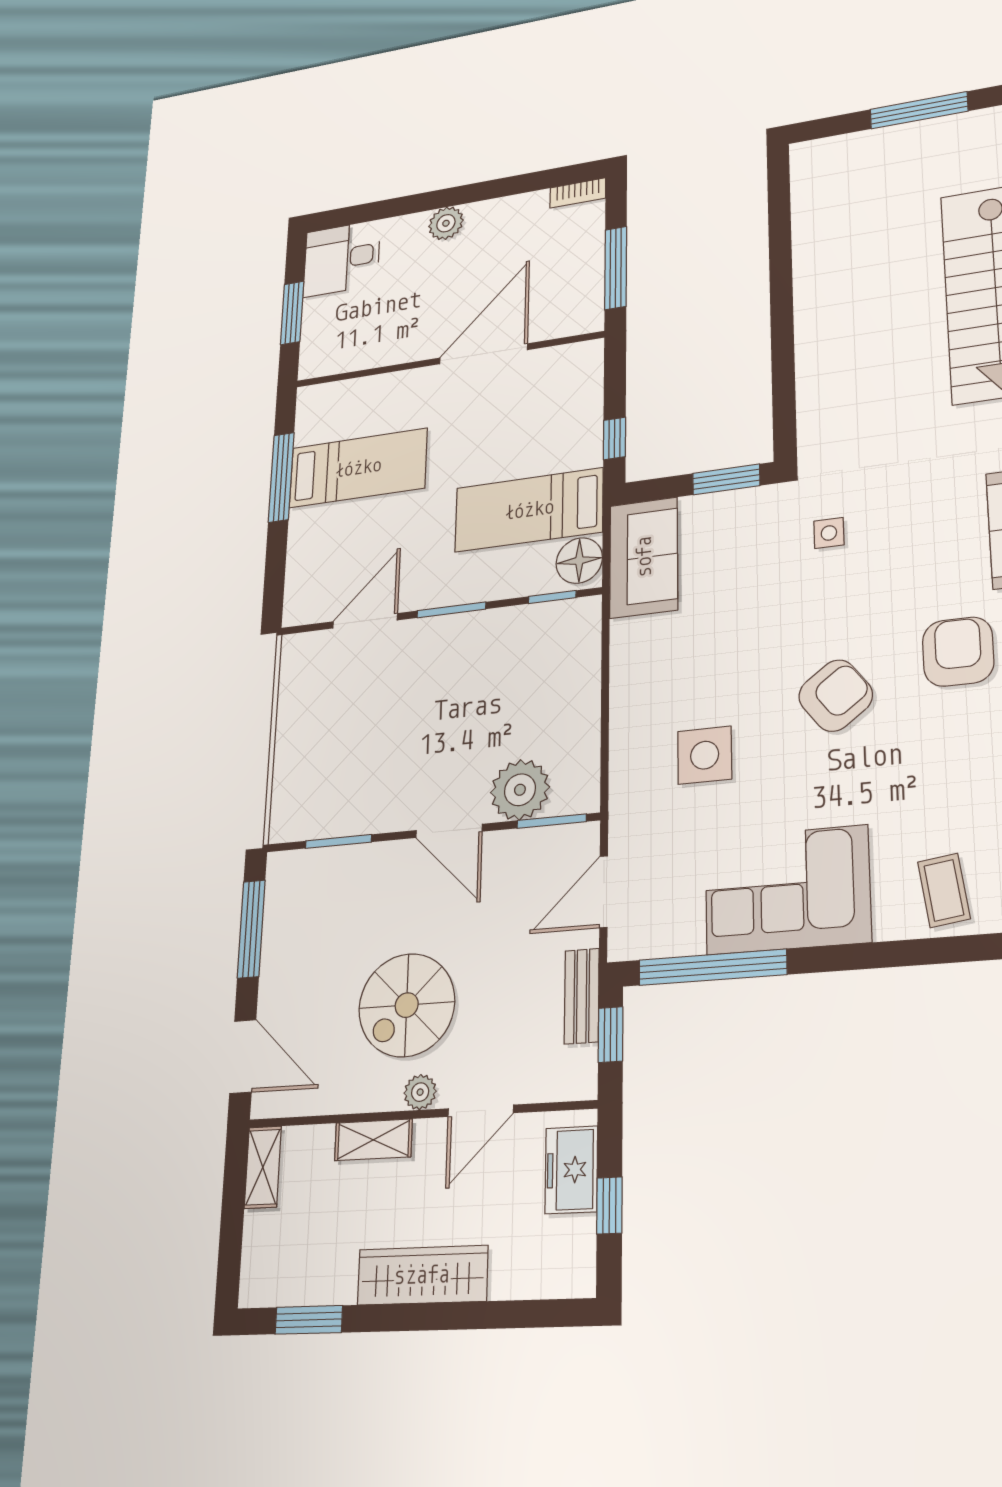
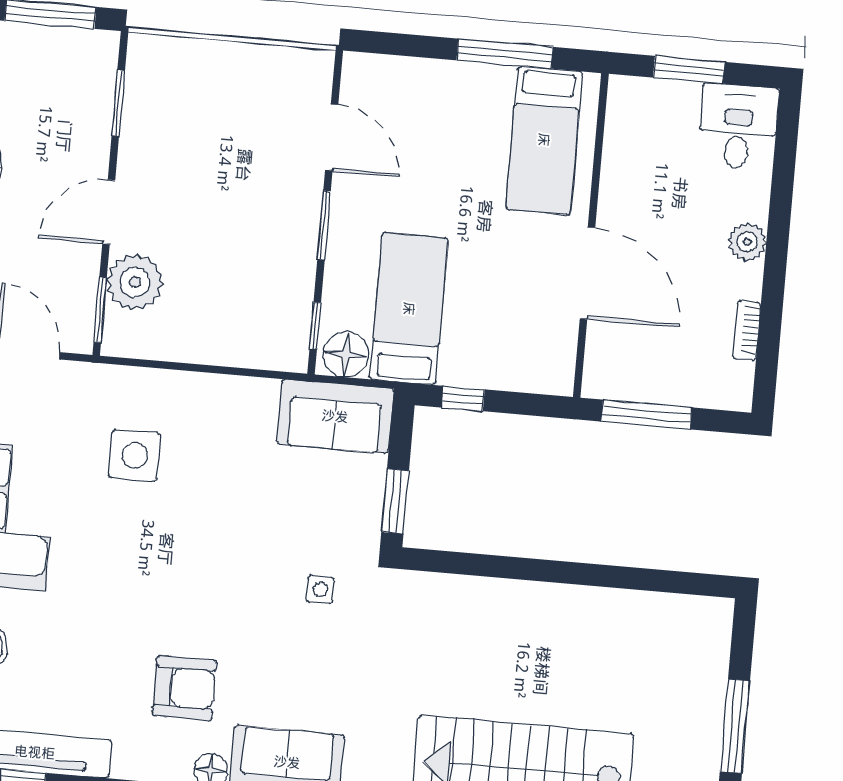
bookcase: (578, 193) -> (747, 330), moved
bed: (358, 468) -> (544, 140), moved
armchair: (836, 696) -> (166, 577), removed

